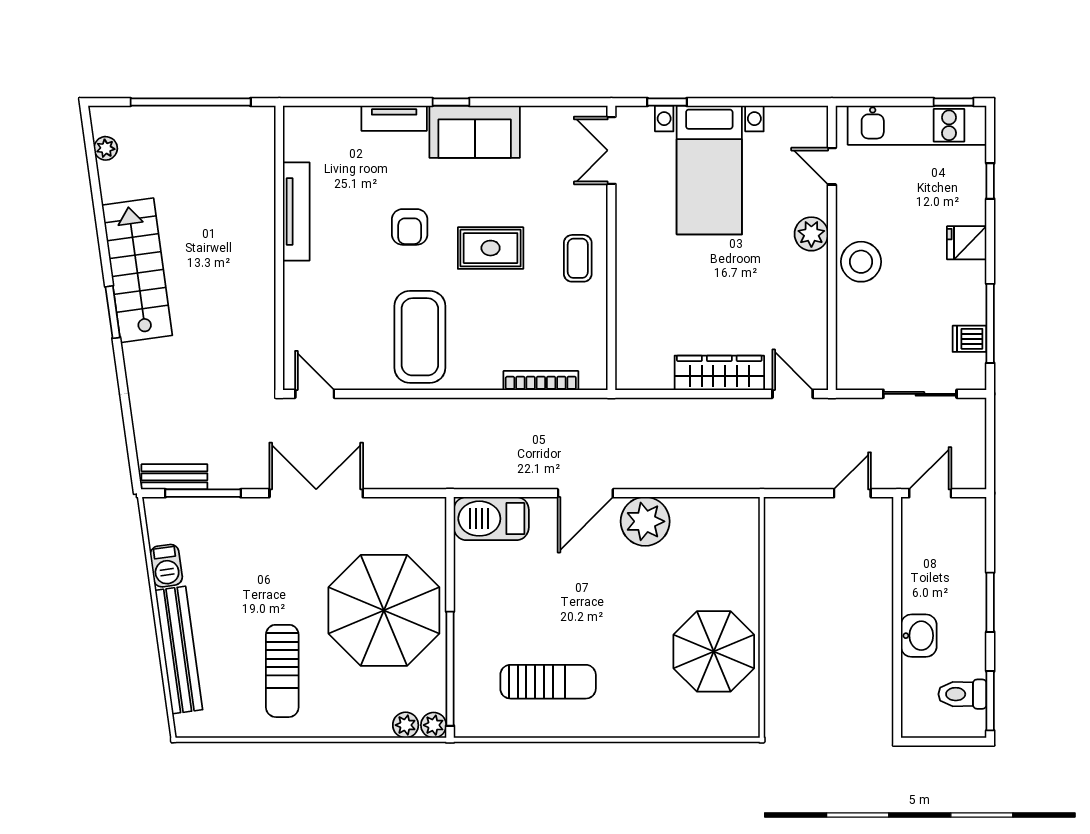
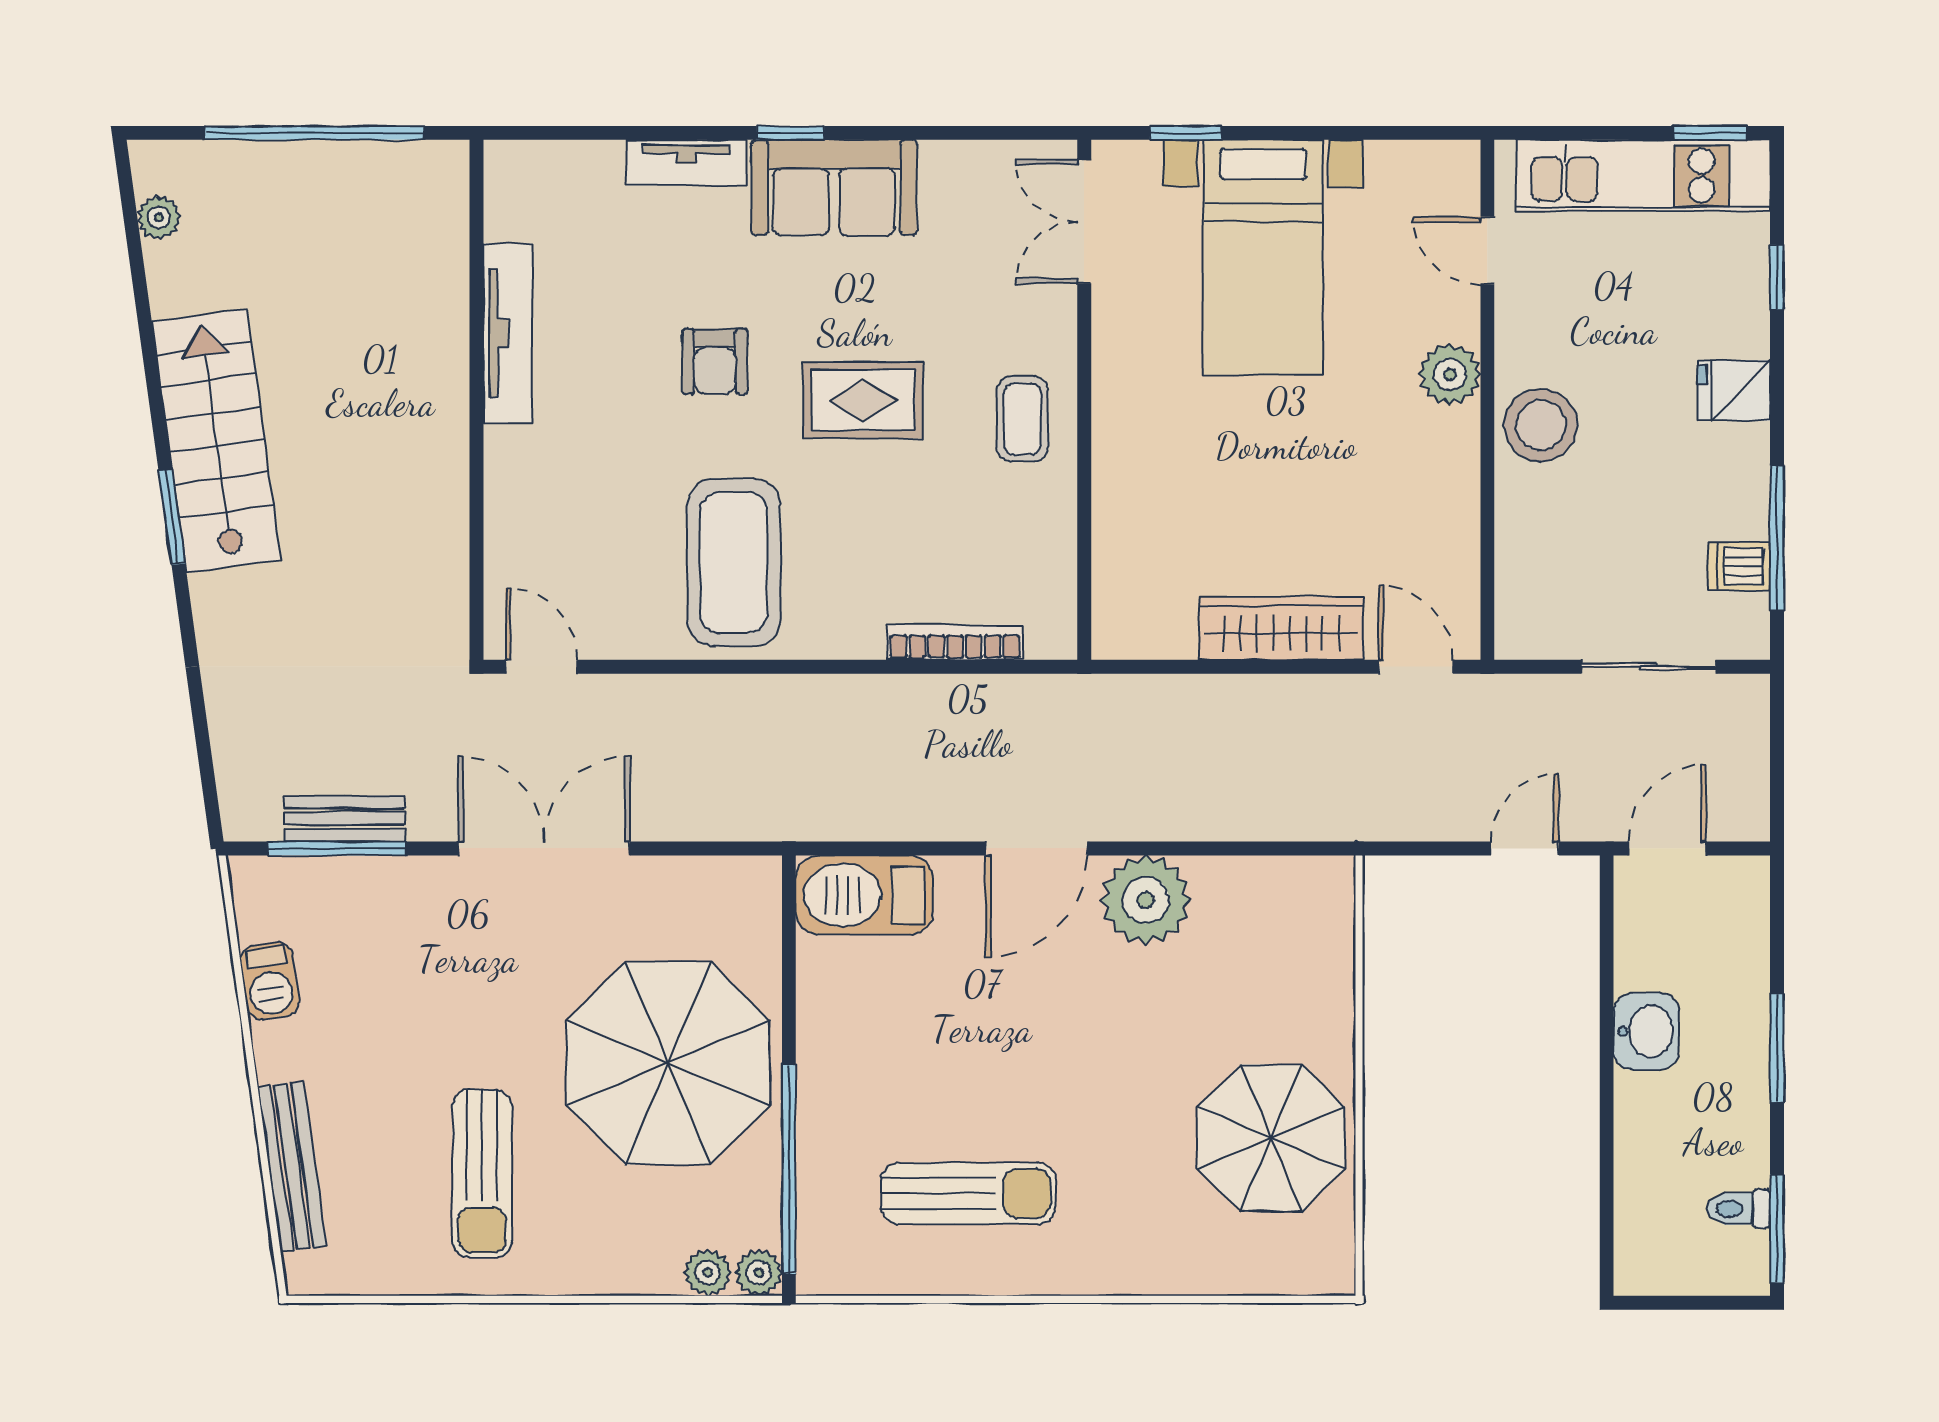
bench: (174, 477) -> (345, 819), moved
washbasin: (919, 636) -> (1646, 1031), moved
bench: (179, 650) -> (292, 1166), width x0.73, depth x0.82
toilet: (962, 694) -> (1738, 1209), width x0.73, depth x0.72

